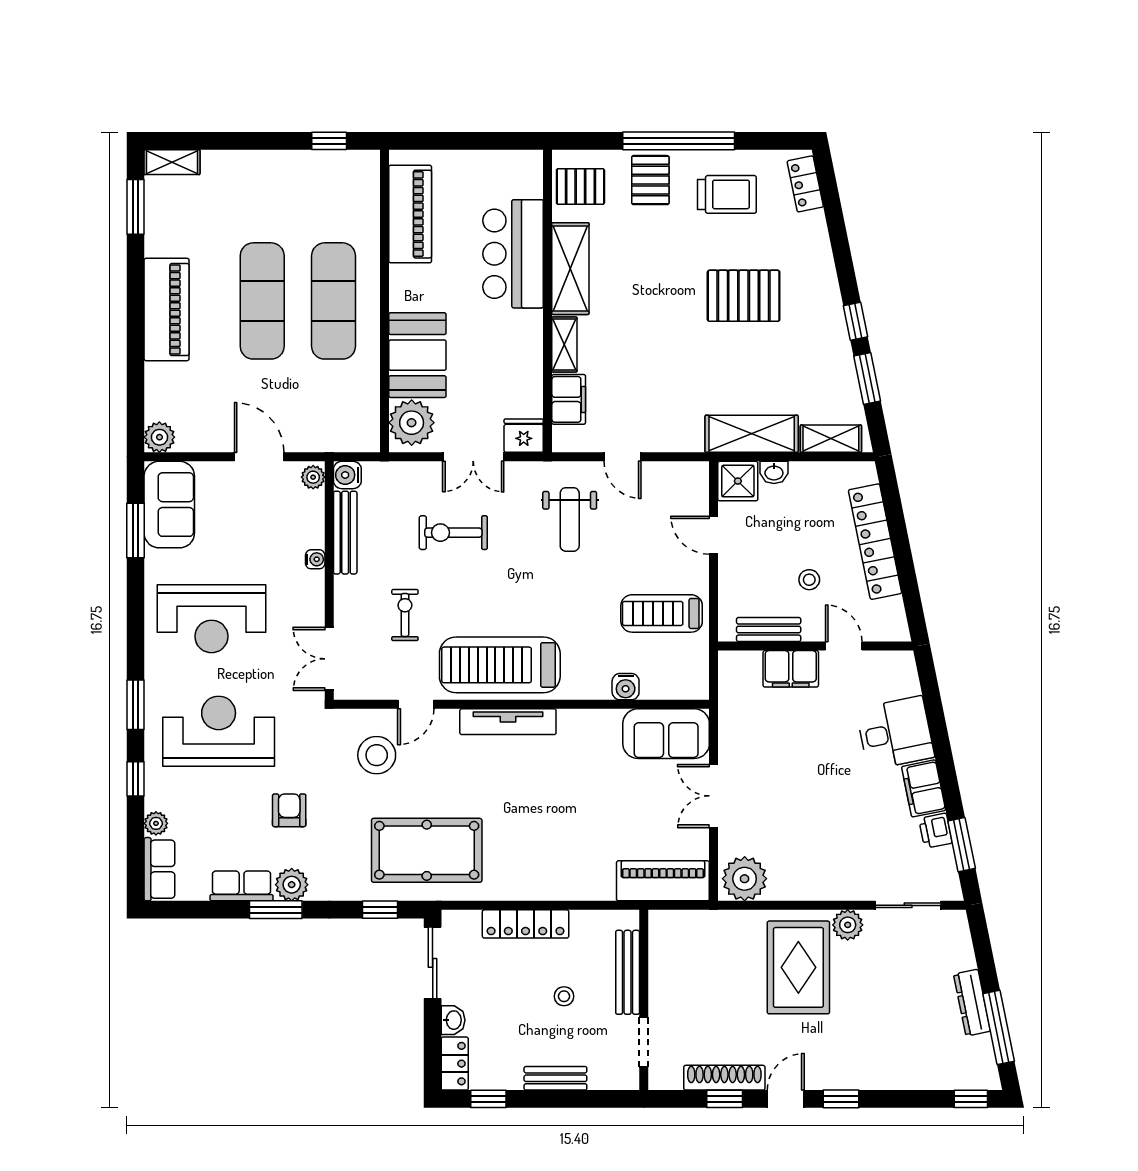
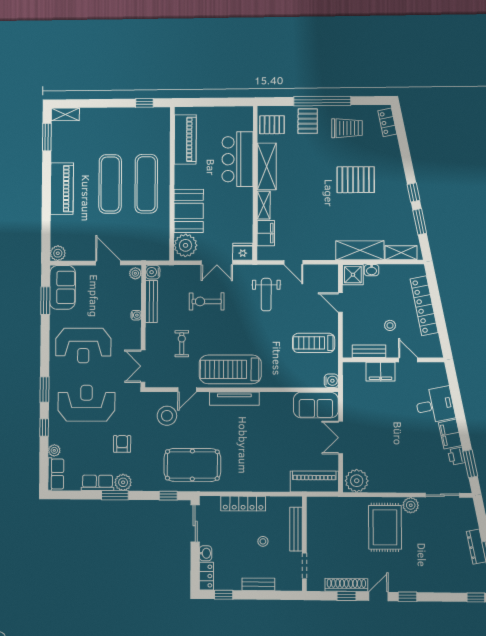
water cooler: (626, 687) -> (331, 381), moved, turned -90

